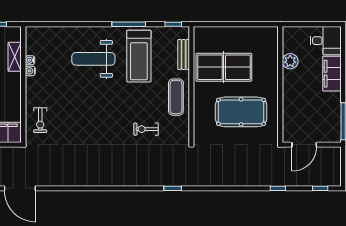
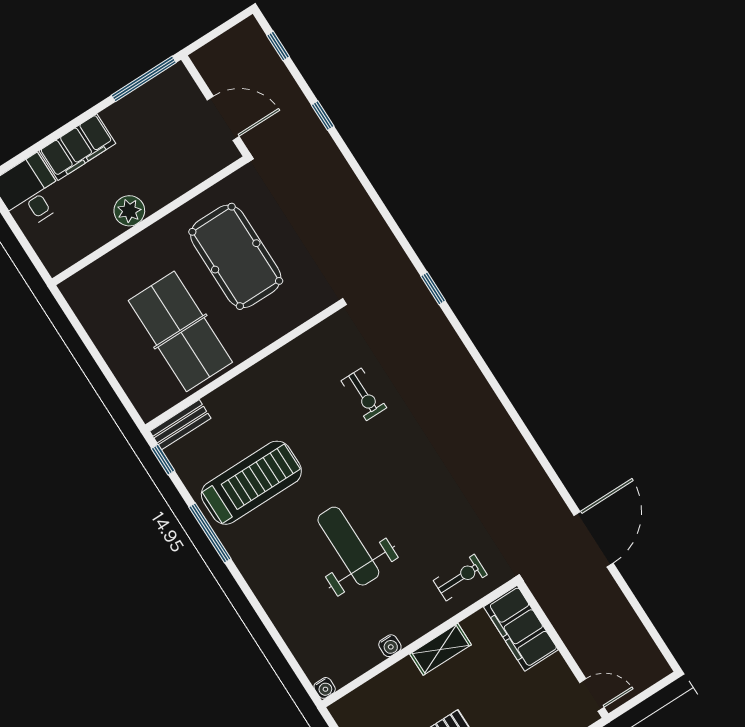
bench: (184, 55) -> (180, 425), moved
shelving: (15, 57) -> (441, 649), moved
weight bench: (93, 59) -> (348, 546), moved, turned 180
water cooler: (30, 60) -> (325, 688), moved
plant: (290, 61) -> (129, 211), moved
exercise mat: (176, 97) -> (280, 379), removed

